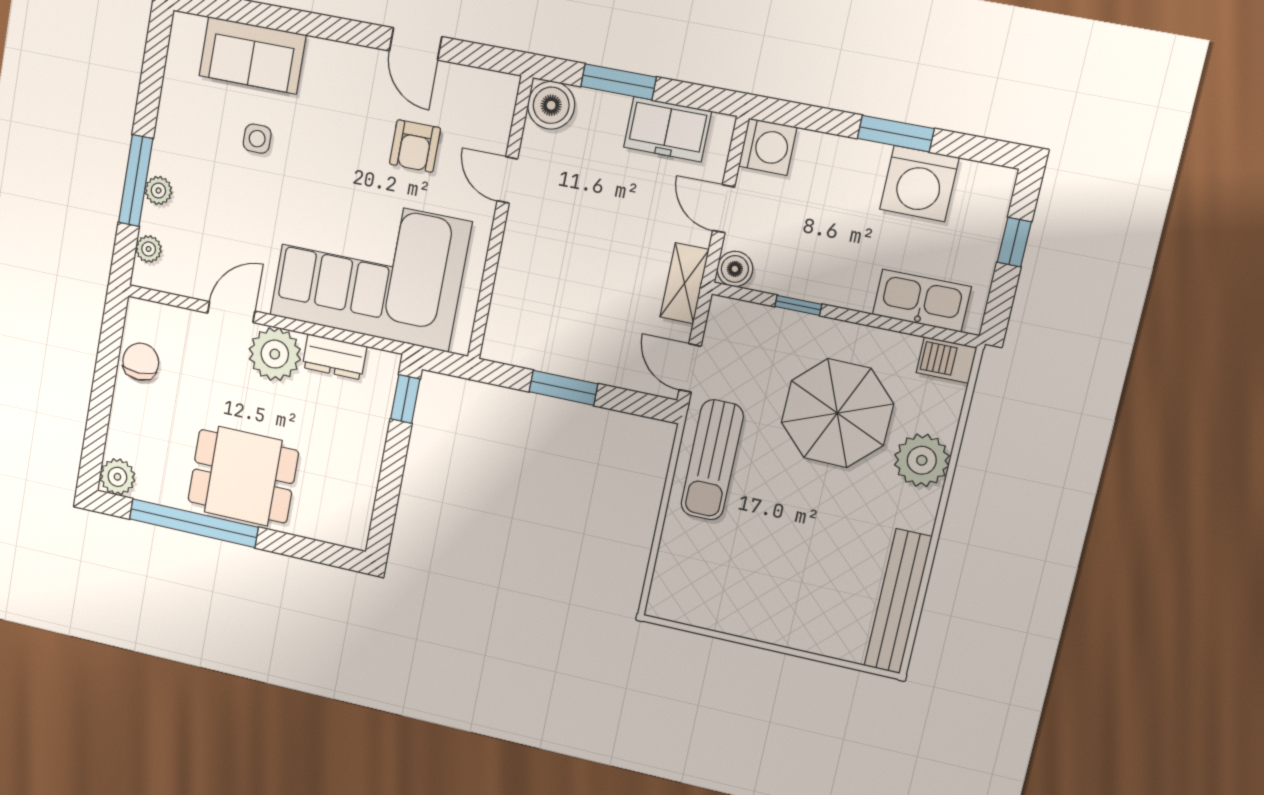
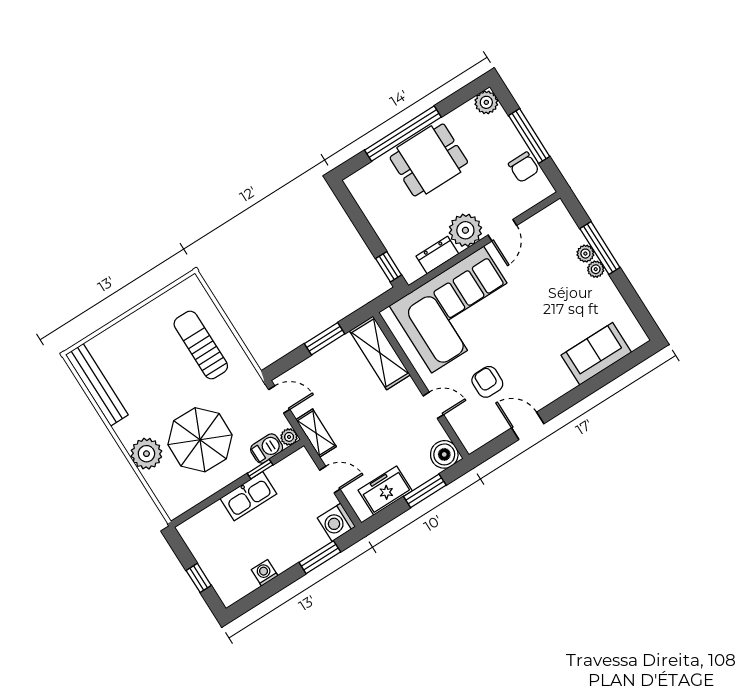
window: (896, 134) -> (320, 557), moved
side table: (257, 139) -> (561, 319), removed
washing machine: (919, 184) -> (265, 573), width x0.53, depth x0.53
plant: (149, 249) -> (596, 269), moved
boiler: (735, 269) -> (301, 459), removed
kitchen sink: (922, 301) -> (248, 496), moved
shelving: (513, 307) -> (380, 353), added
plant: (723, 311) -> (289, 437), added
barbecue: (946, 360) -> (267, 448), moved
window: (102, 391) -> (529, 136), added
sun lounger: (712, 460) -> (201, 345), moved
window: (194, 523) -> (403, 134), moved

